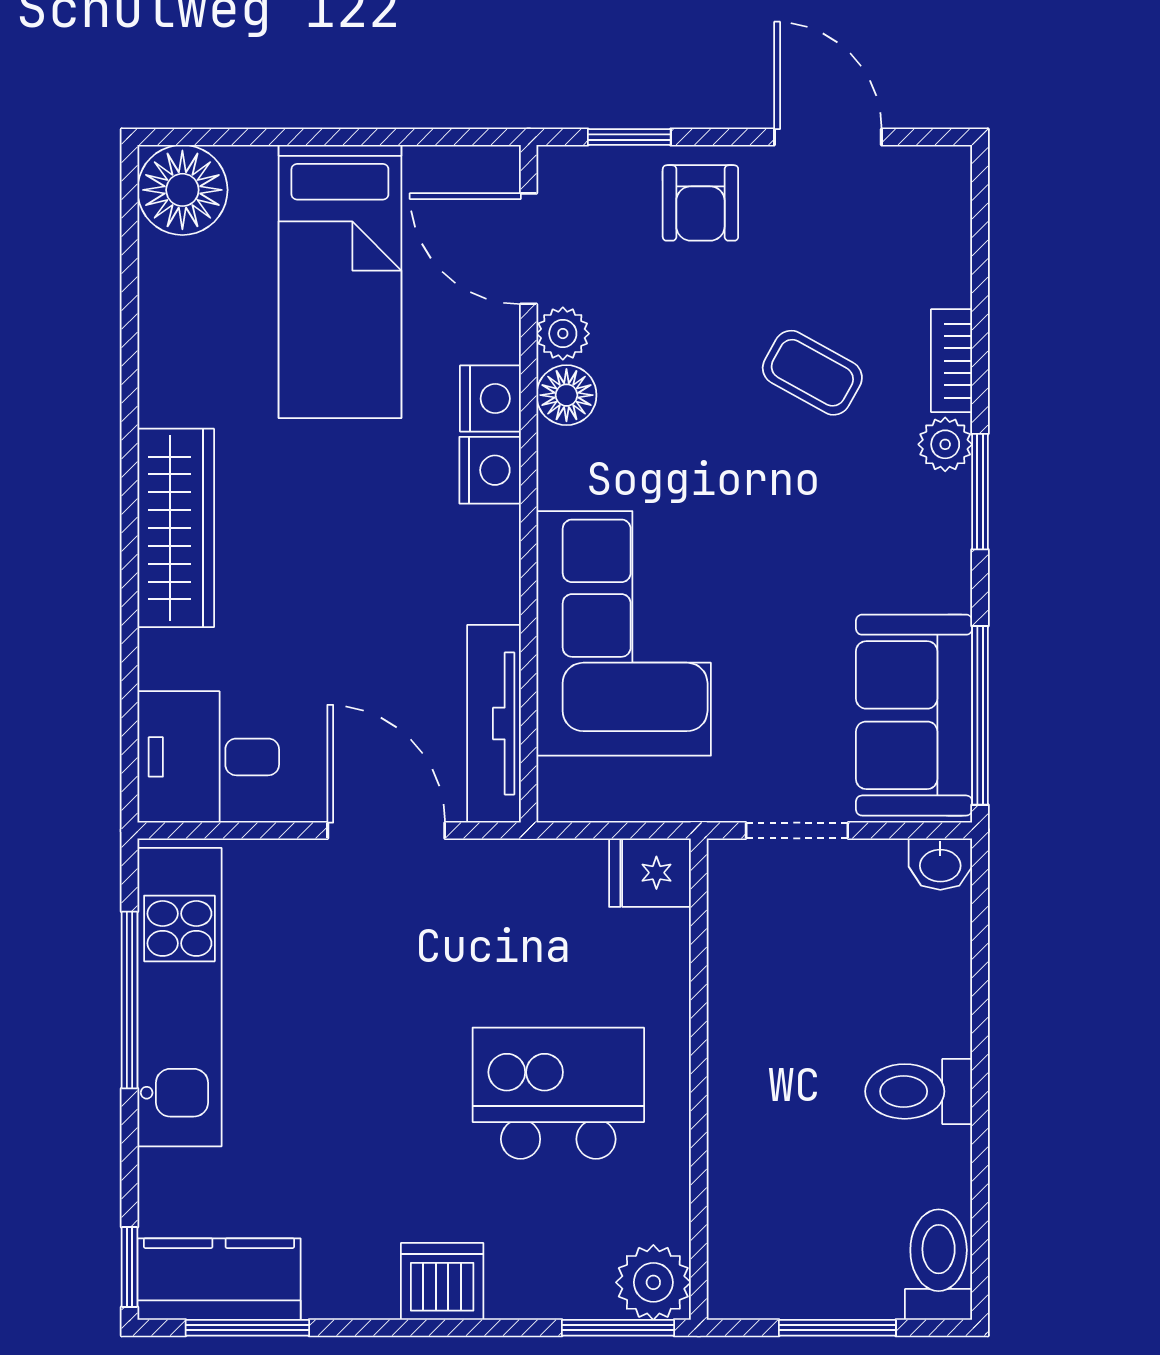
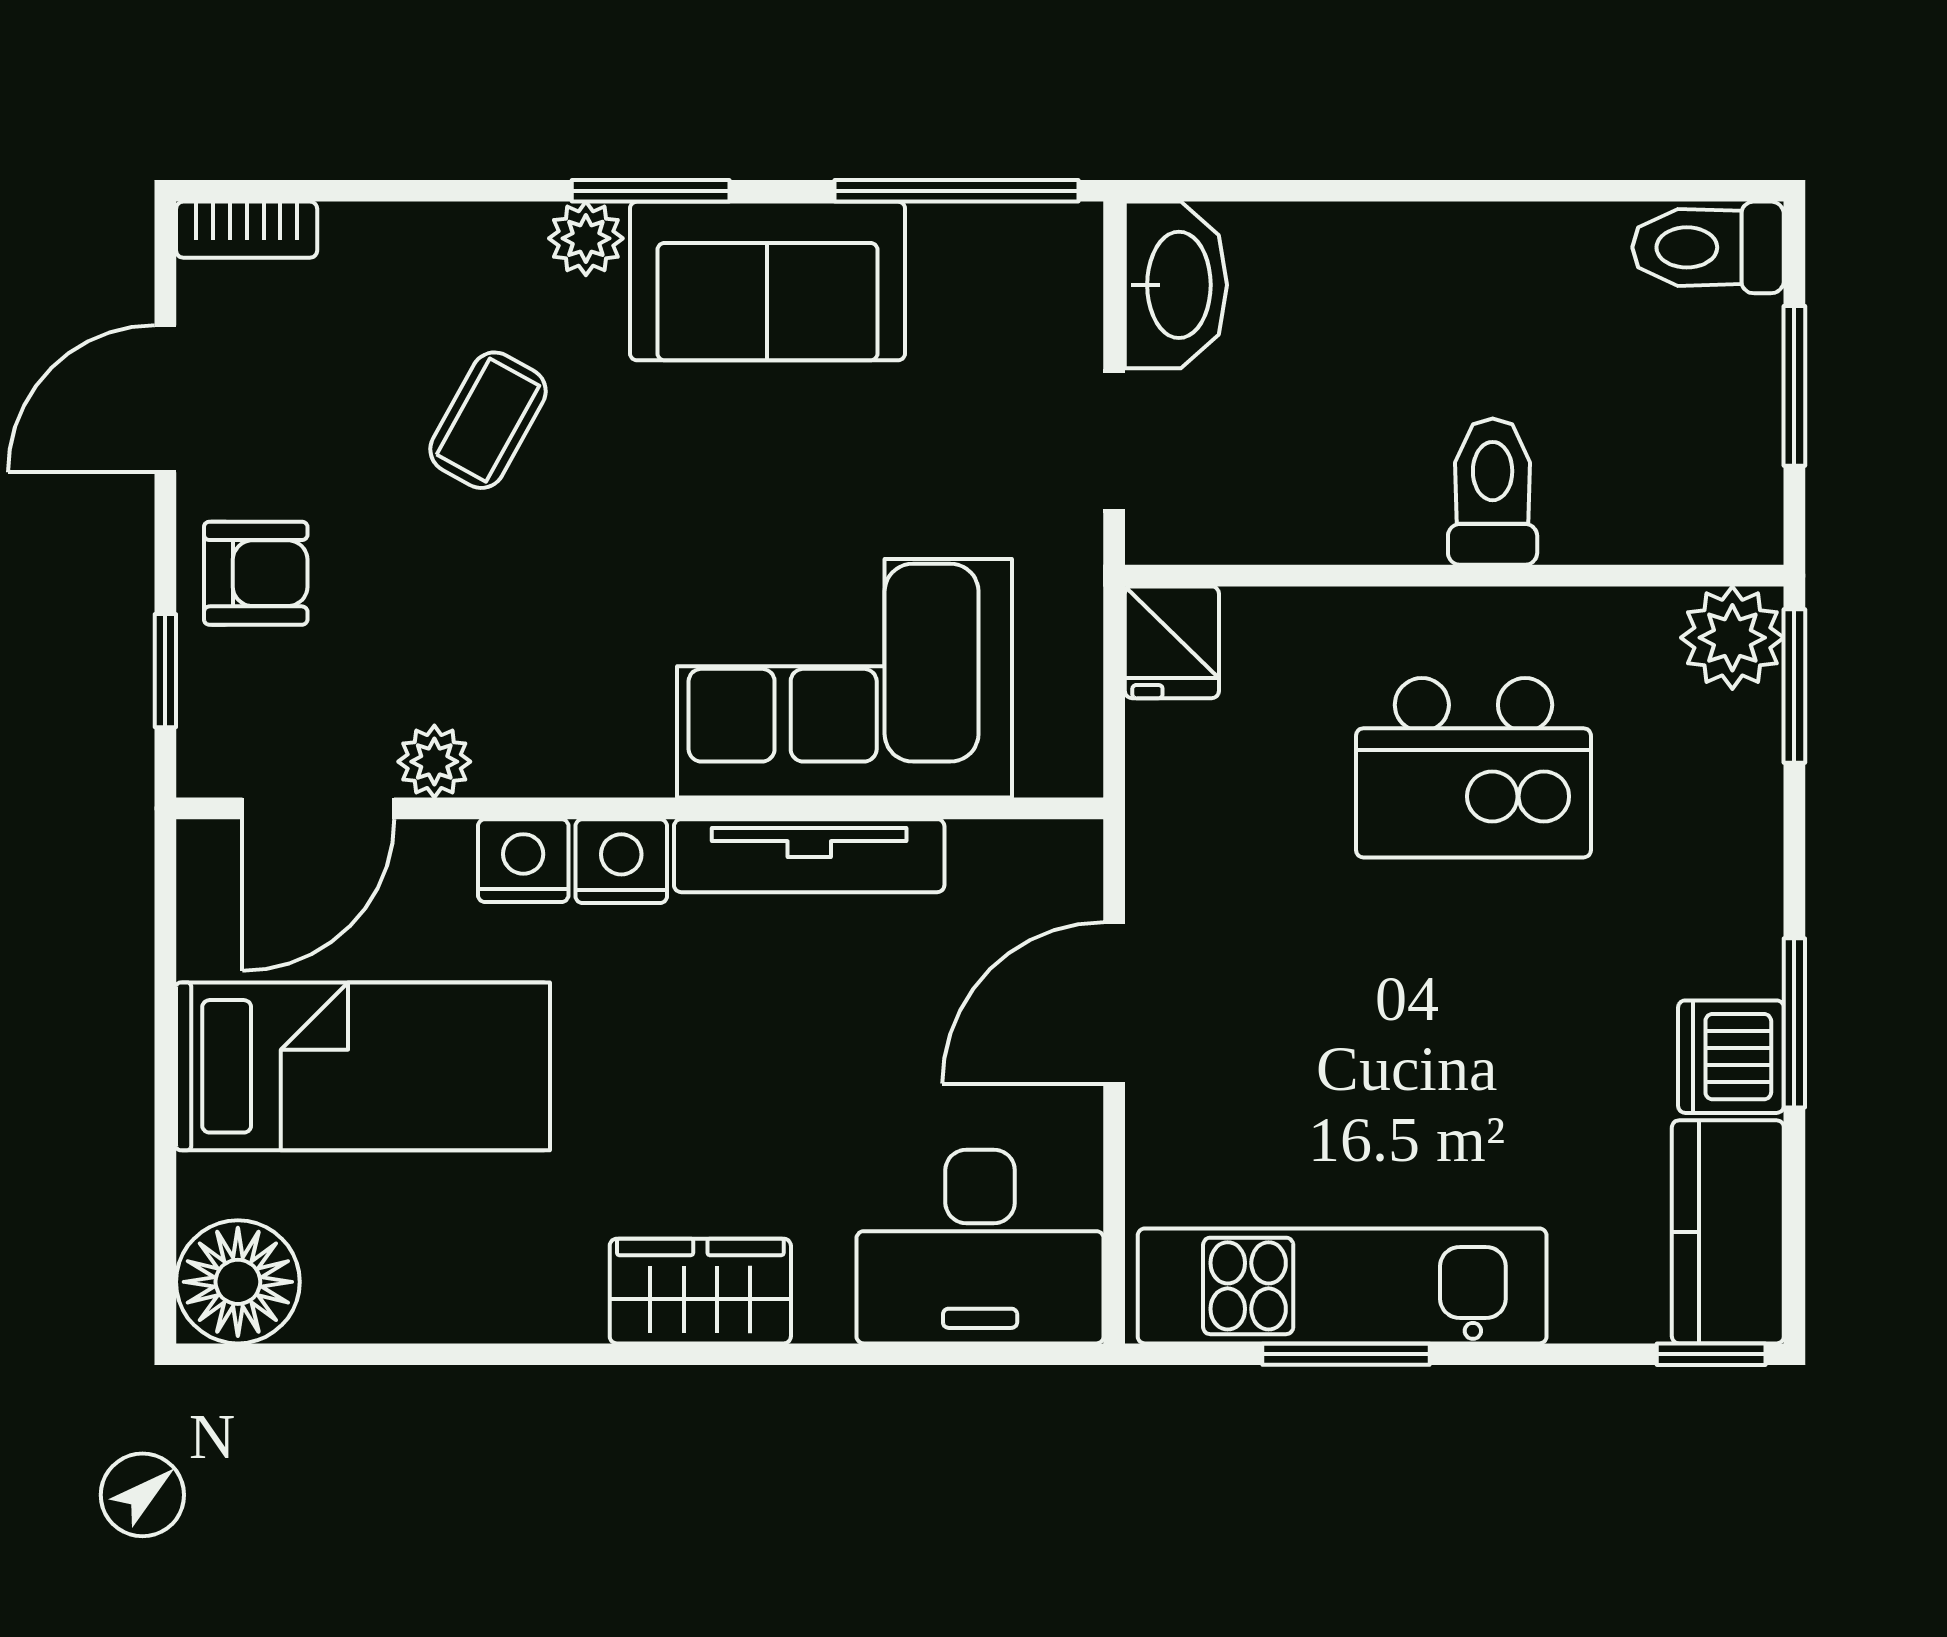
bookcase: (952, 361) -> (247, 230), moved
floor lamp: (566, 395) -> (519, 756), removed
wardrobe: (176, 528) -> (700, 1291), width x0.67
sofa: (914, 715) -> (767, 281), moved
tv unit: (494, 724) -> (809, 856), moved
desk: (208, 757) -> (980, 1247), width x1.37
washbasin: (940, 864) -> (1176, 285), width x1.91, depth x1.45
window: (130, 1000) -> (1346, 1354), width x0.69
toilet: (919, 1091) -> (1493, 492), moved, turned 180
kitchen island: (558, 1093) -> (1473, 768), turned -90
dishwasher: (442, 1281) -> (1731, 1057), moved
window: (247, 1328) -> (1794, 1023), moved

